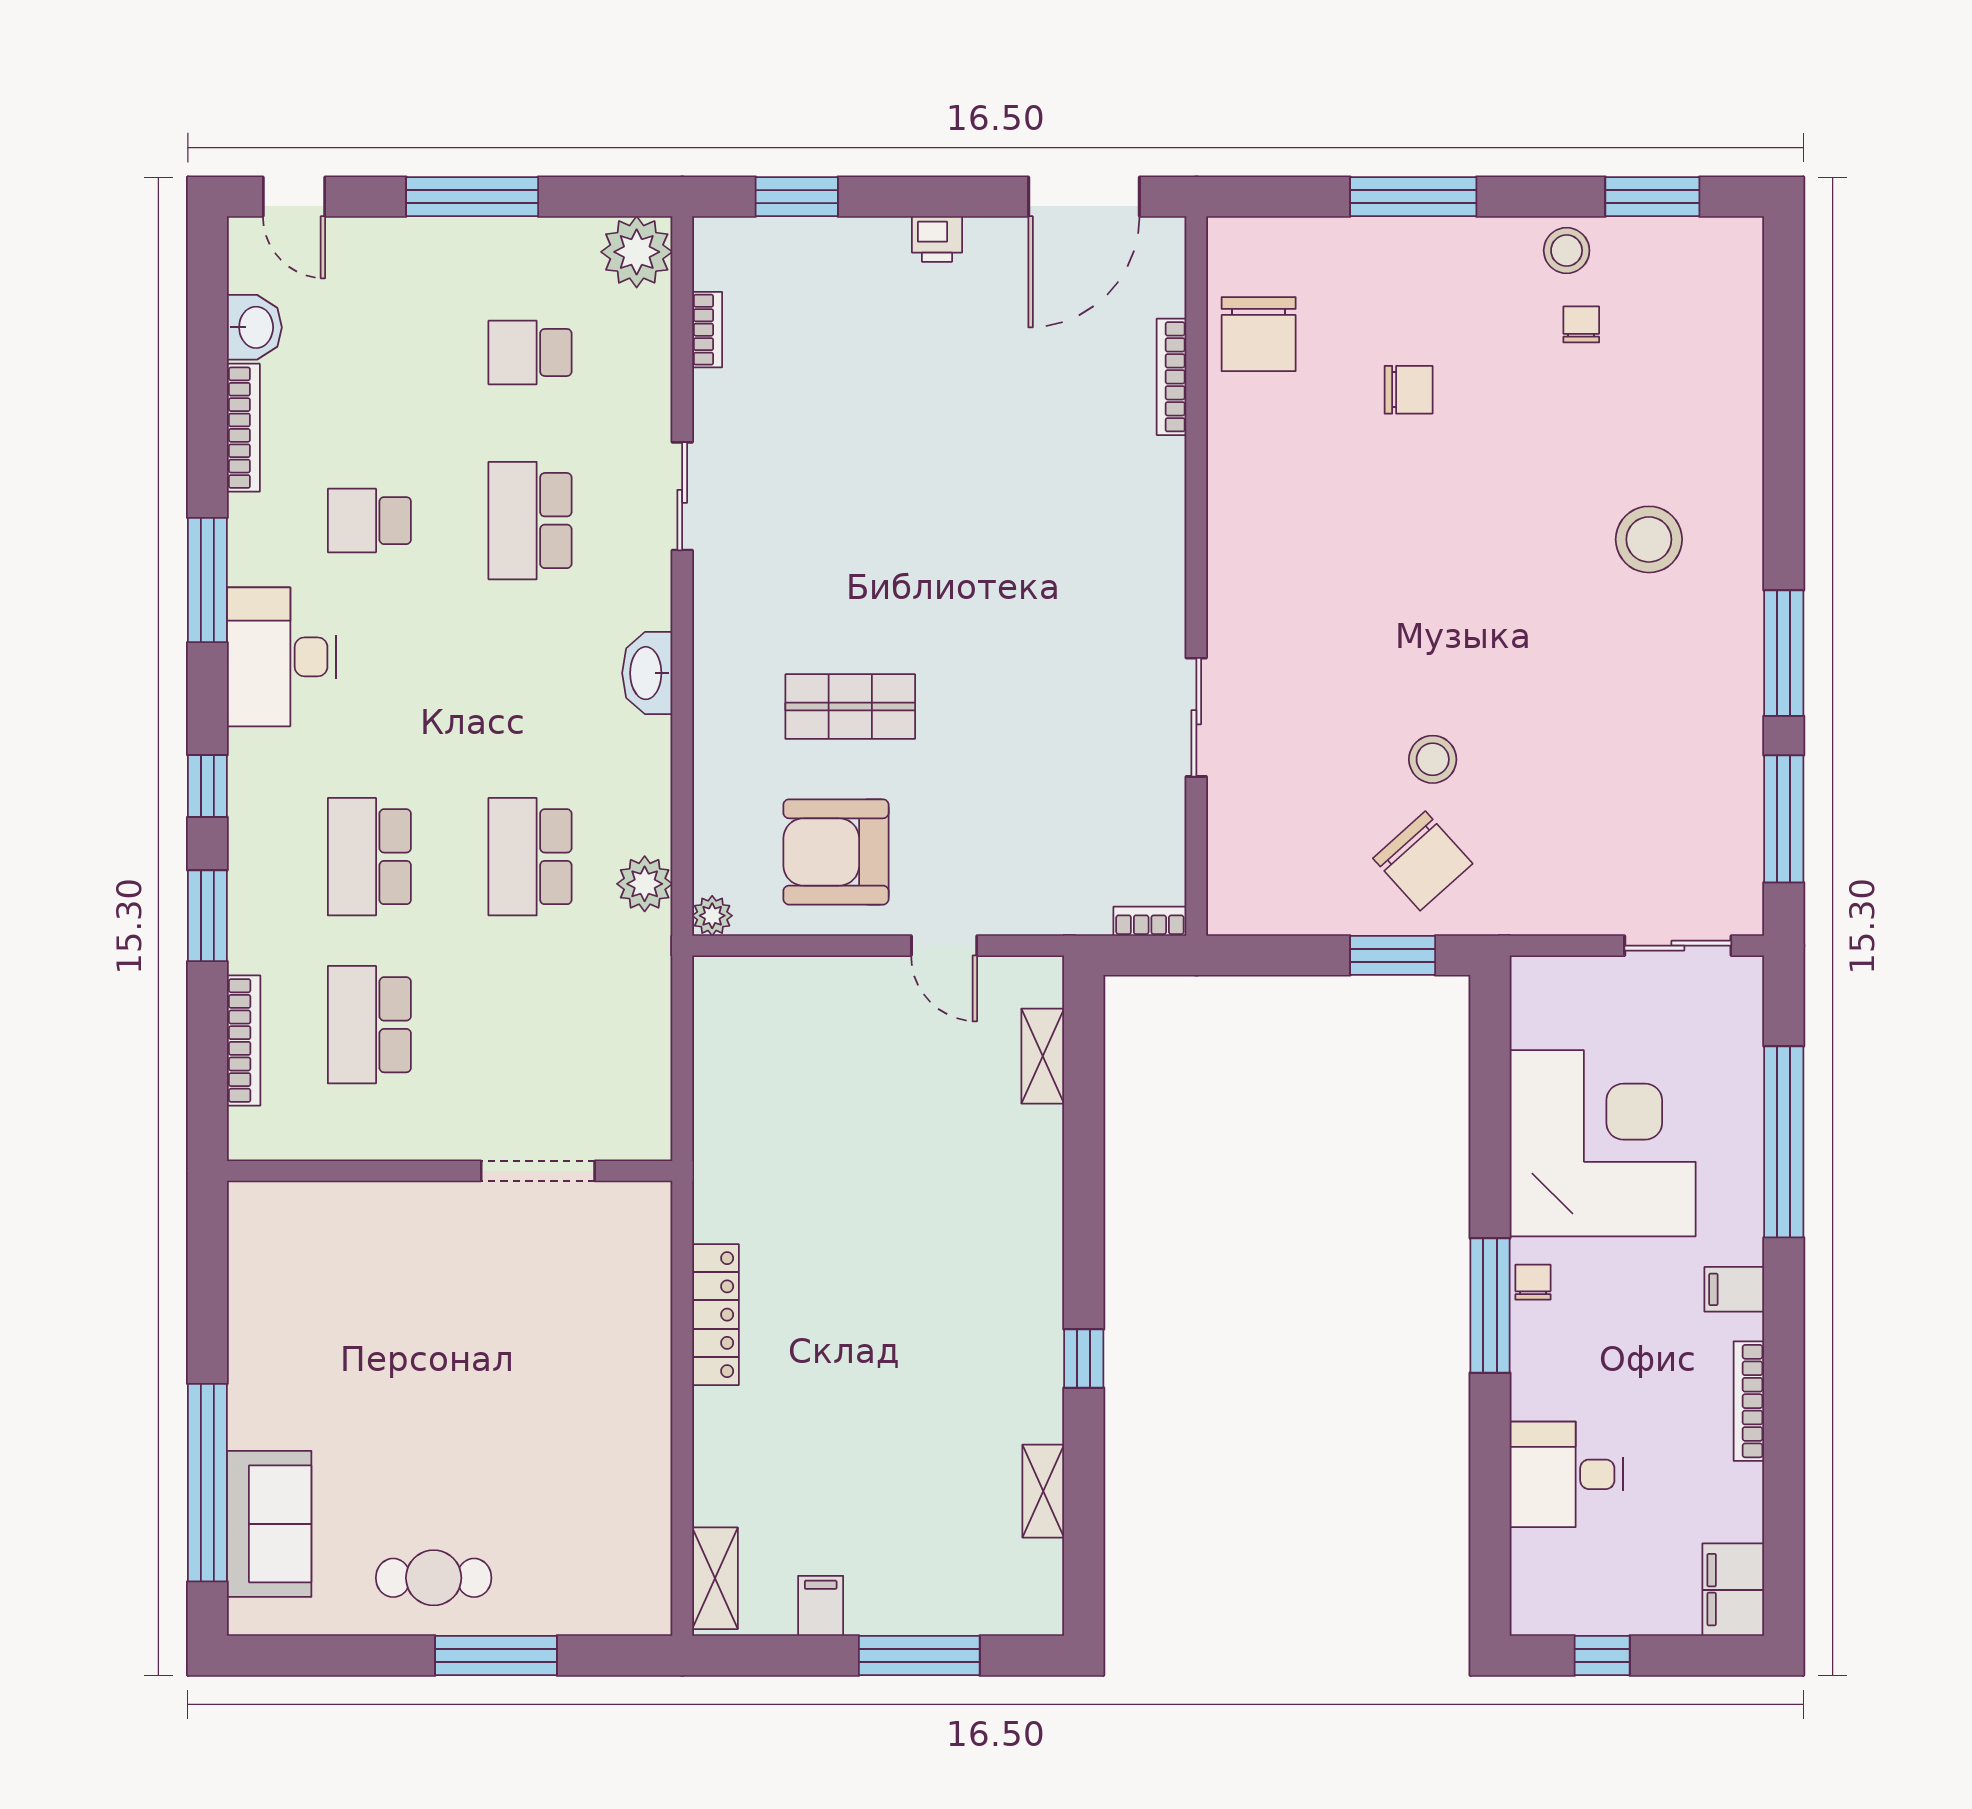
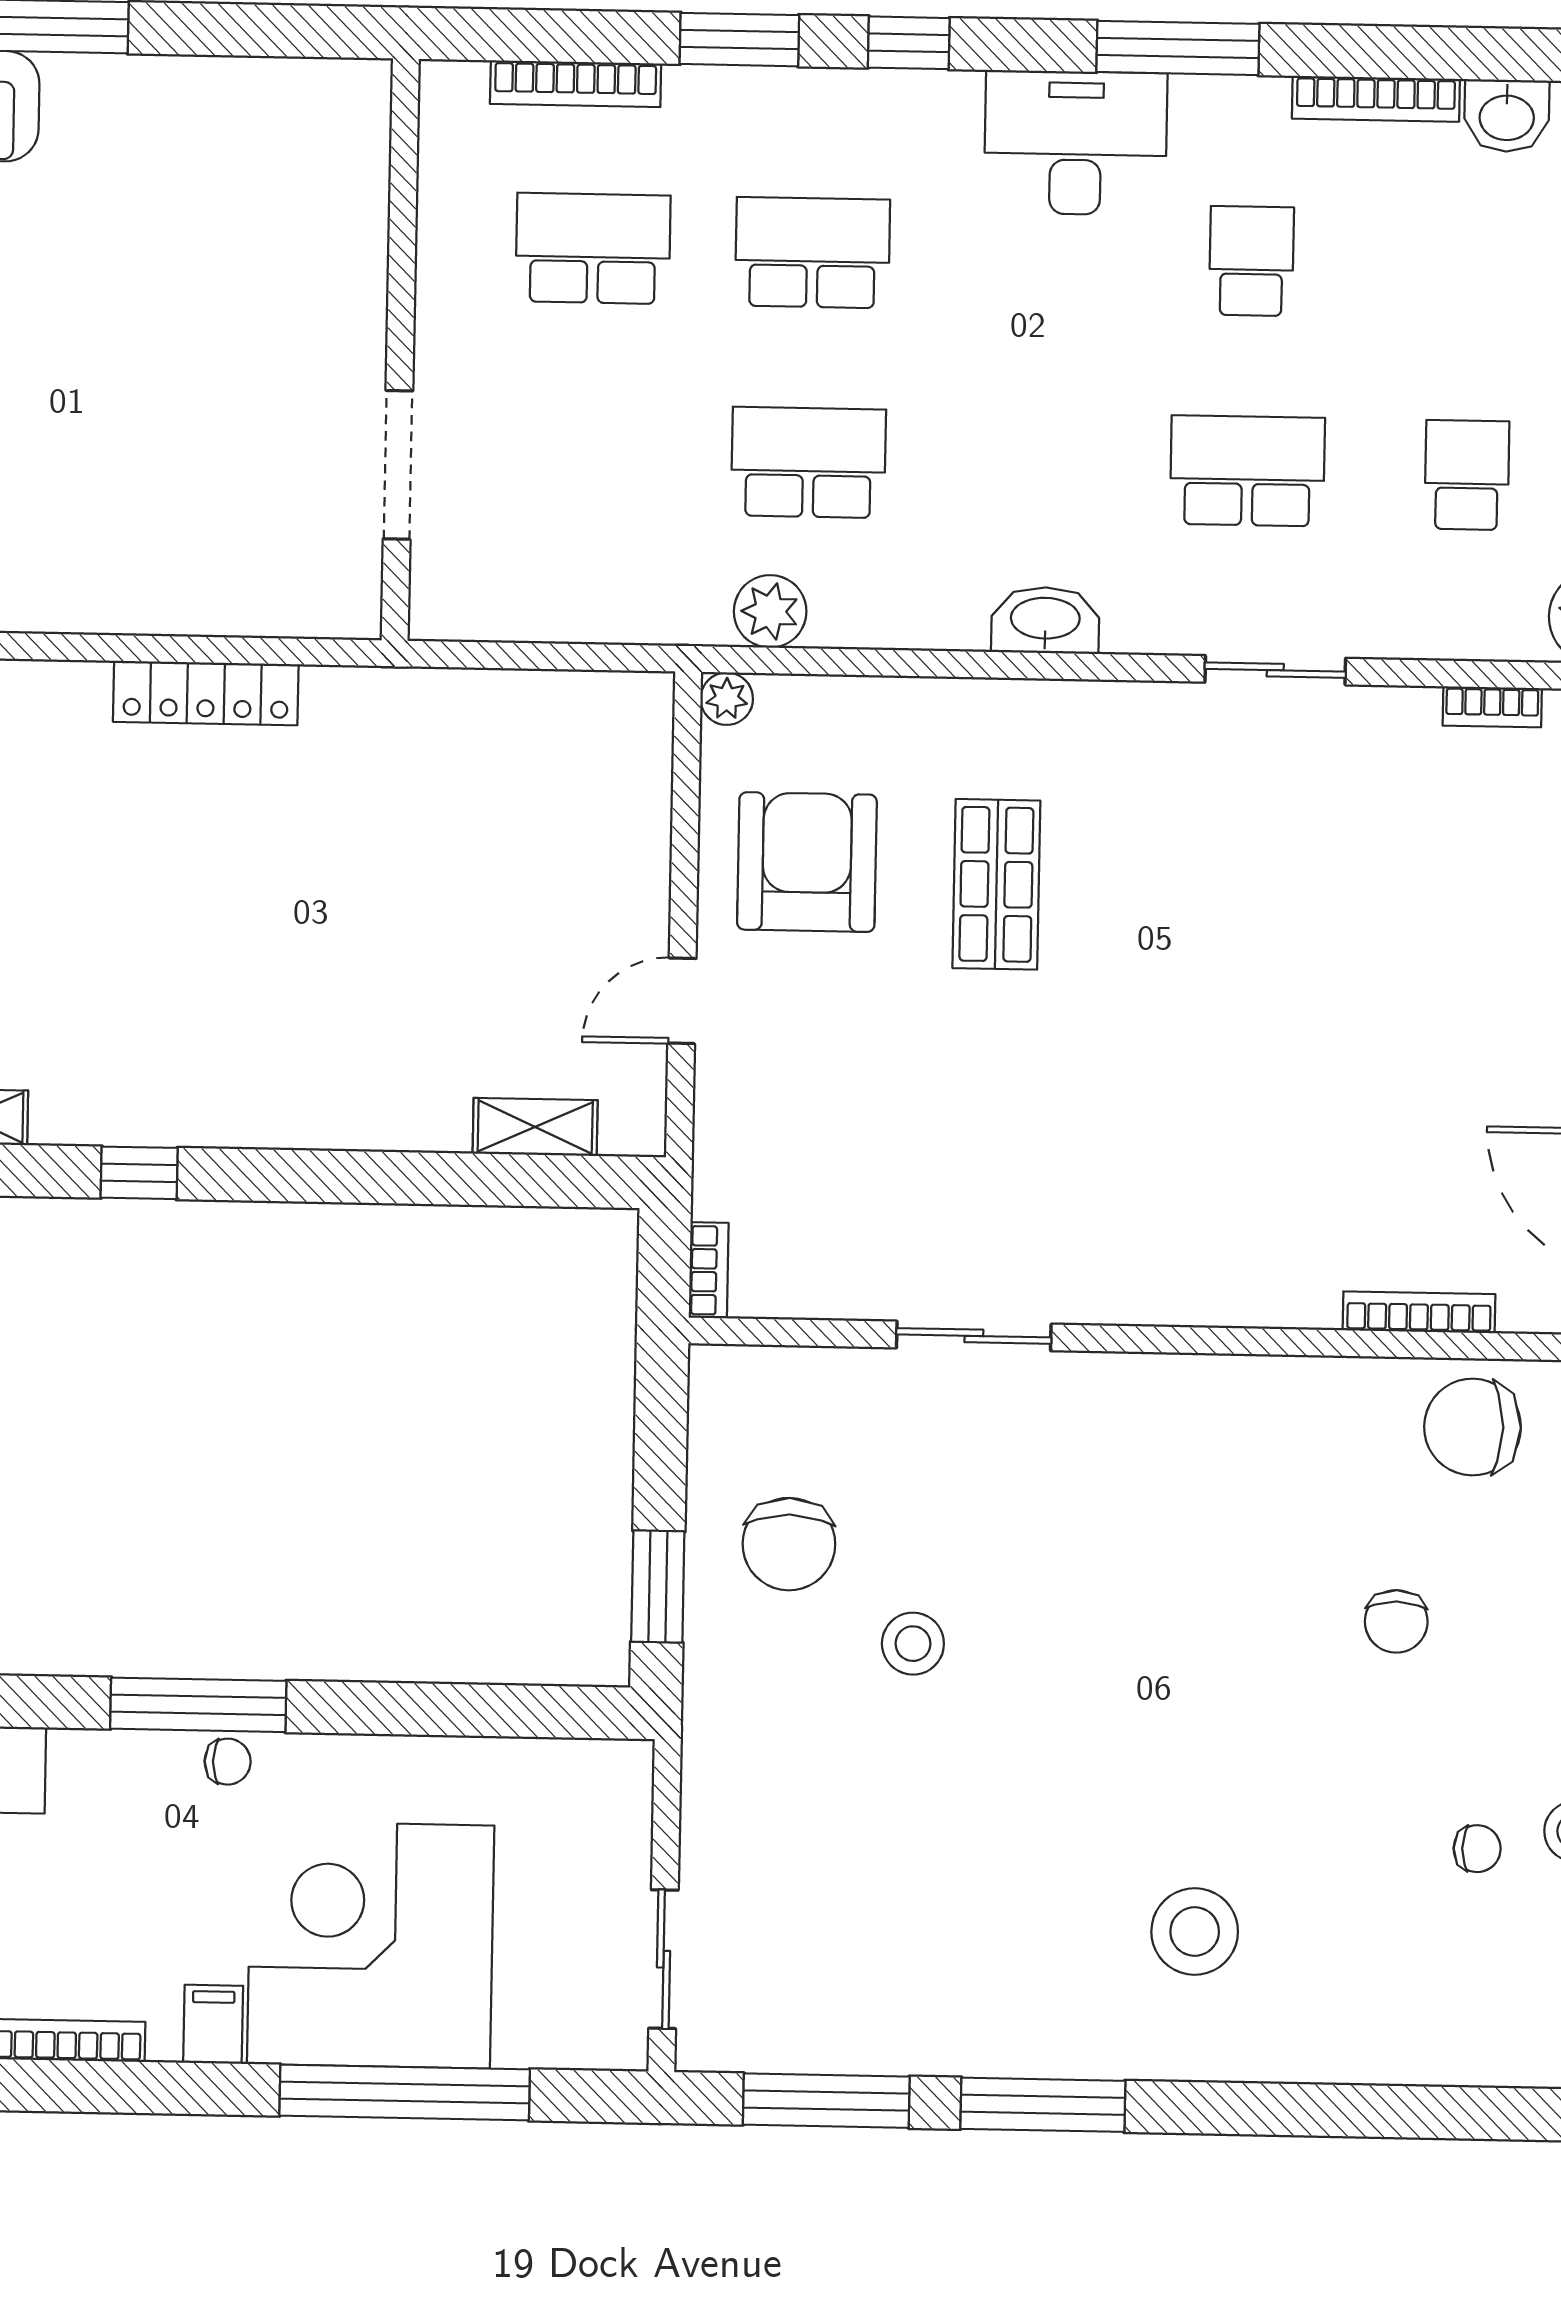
chair: (1423, 861) -> (789, 1544), moved, turned -48
corner desk: (1603, 1143) -> (371, 1945), moved, turned 180

